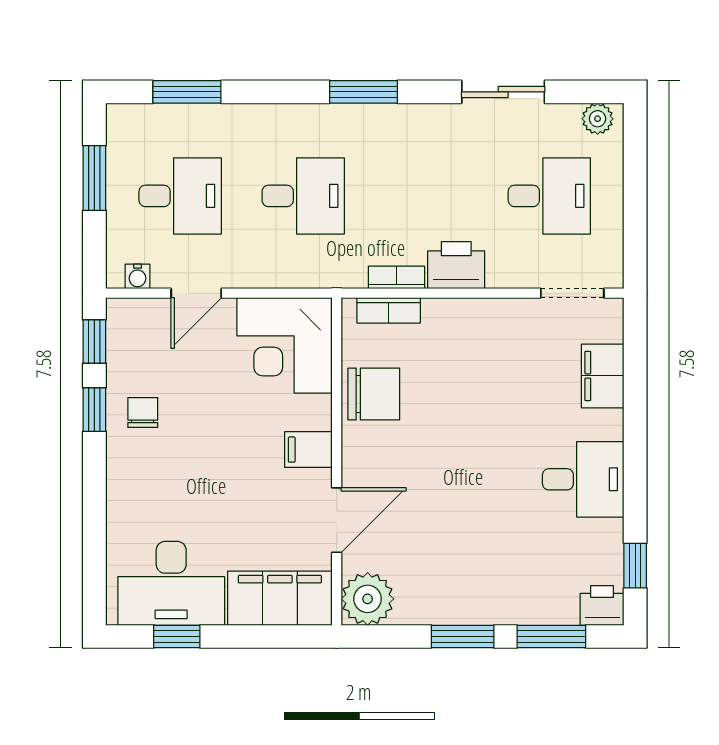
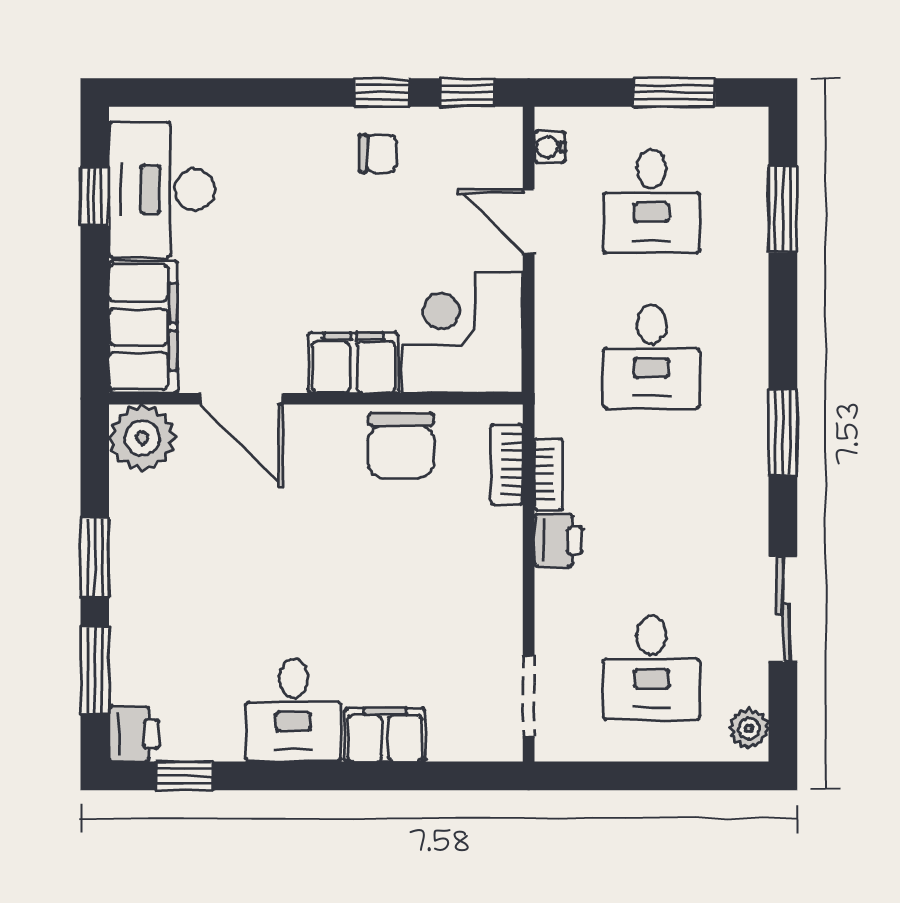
printer: (456, 265) -> (558, 540), width x0.73, depth x0.81
filing cabinet: (603, 376) -> (385, 735), moved
filing cabinet: (308, 450) -> (353, 363), width x2.00

